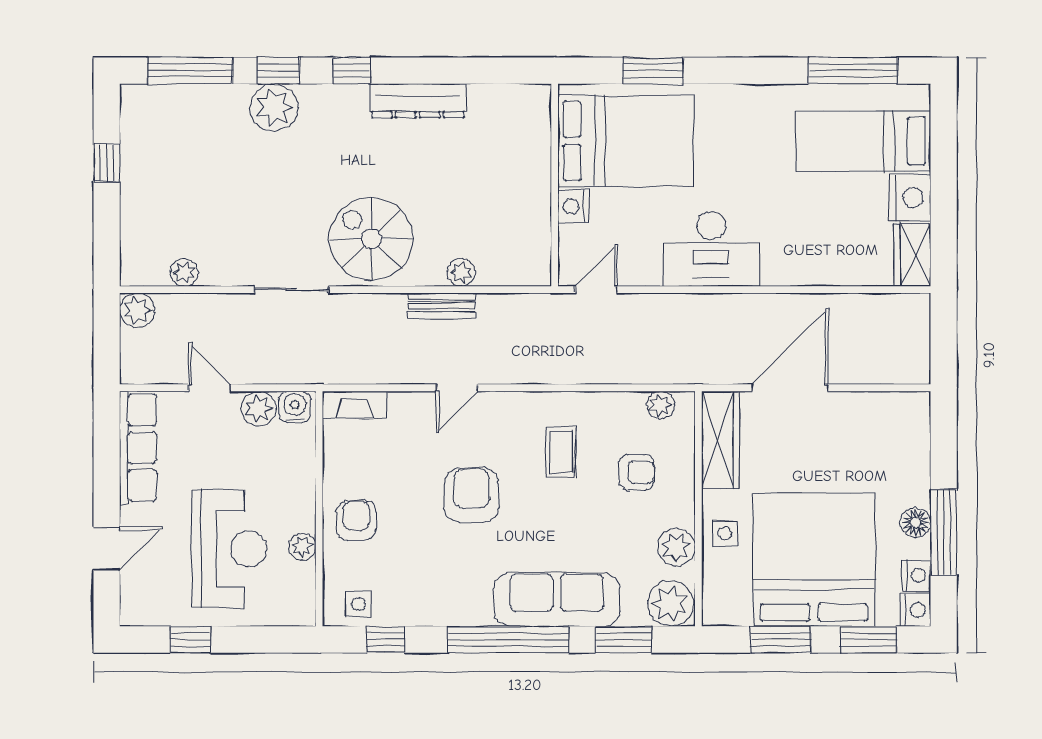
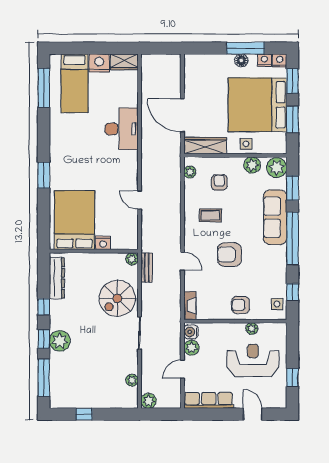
bed: (626, 141) -> (74, 220), moved
wall: (555, 185) -> (94, 251), moved
nightstand: (573, 206) -> (103, 243), moved
desk: (711, 249) -> (122, 129), moved

